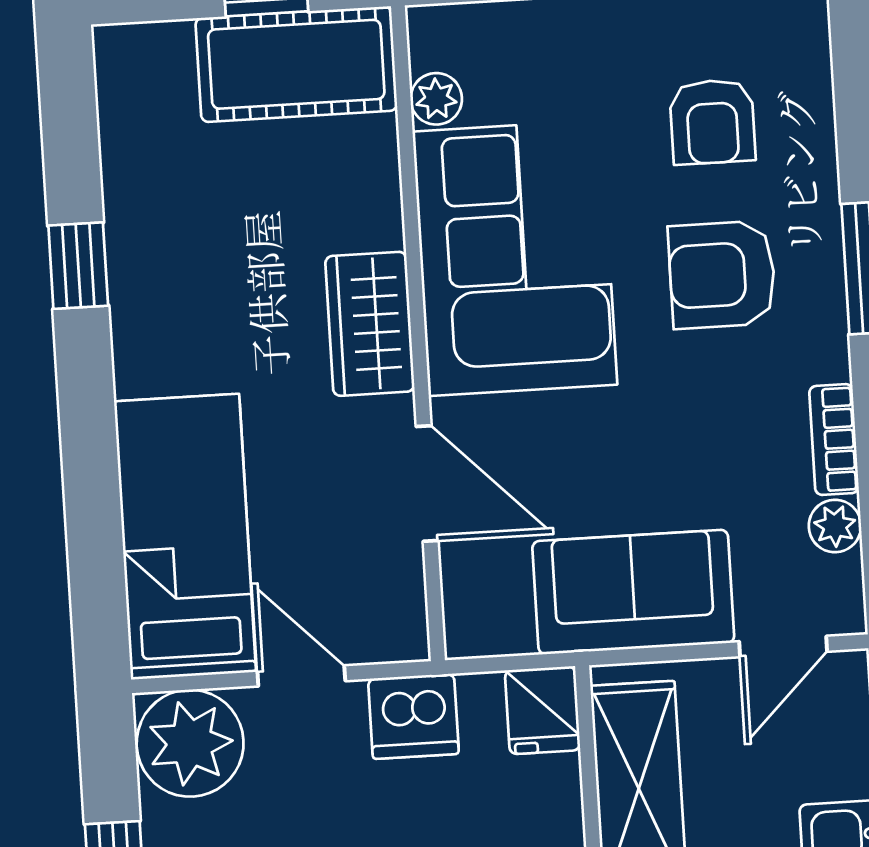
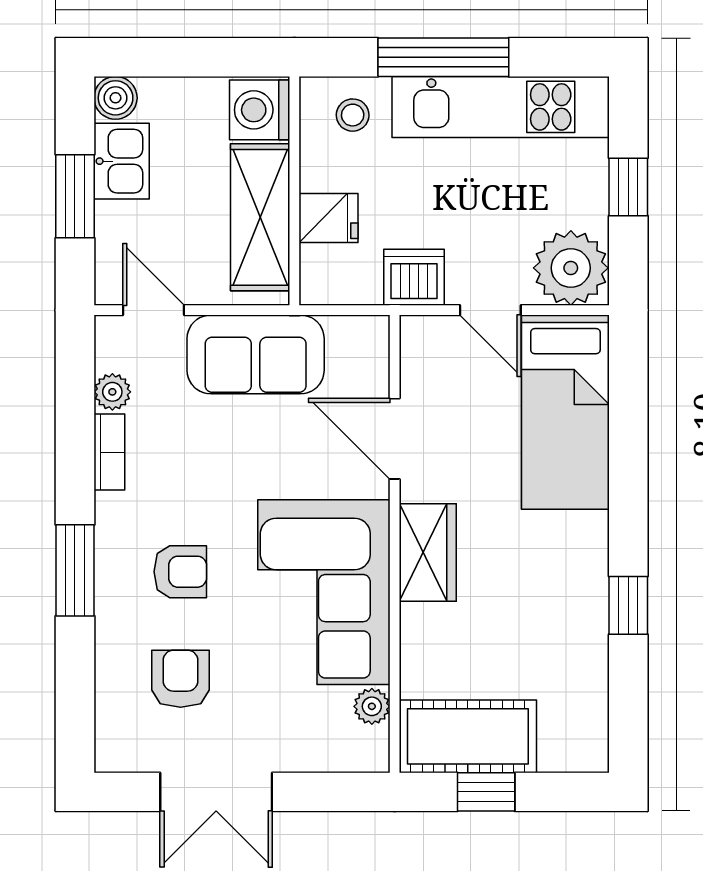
armchair: (722, 275) -> (180, 572), width x0.72, depth x0.72
door: (783, 646) -> (154, 310), hinge flipped
fridge: (543, 710) -> (329, 218), moved, turned 90

